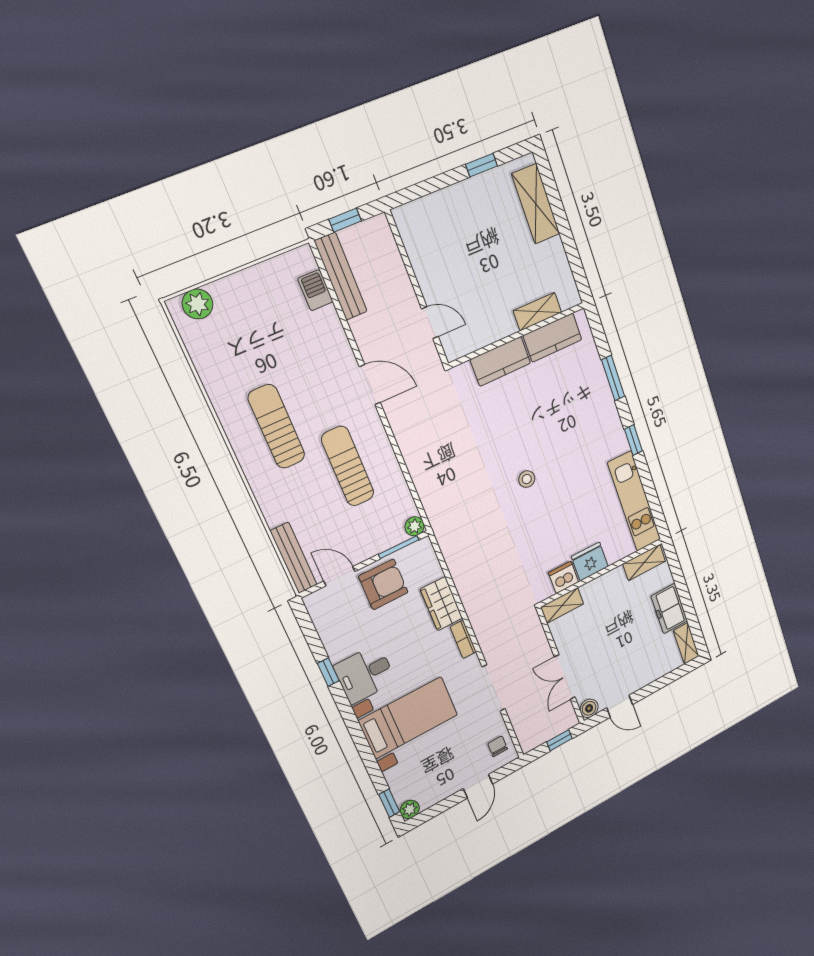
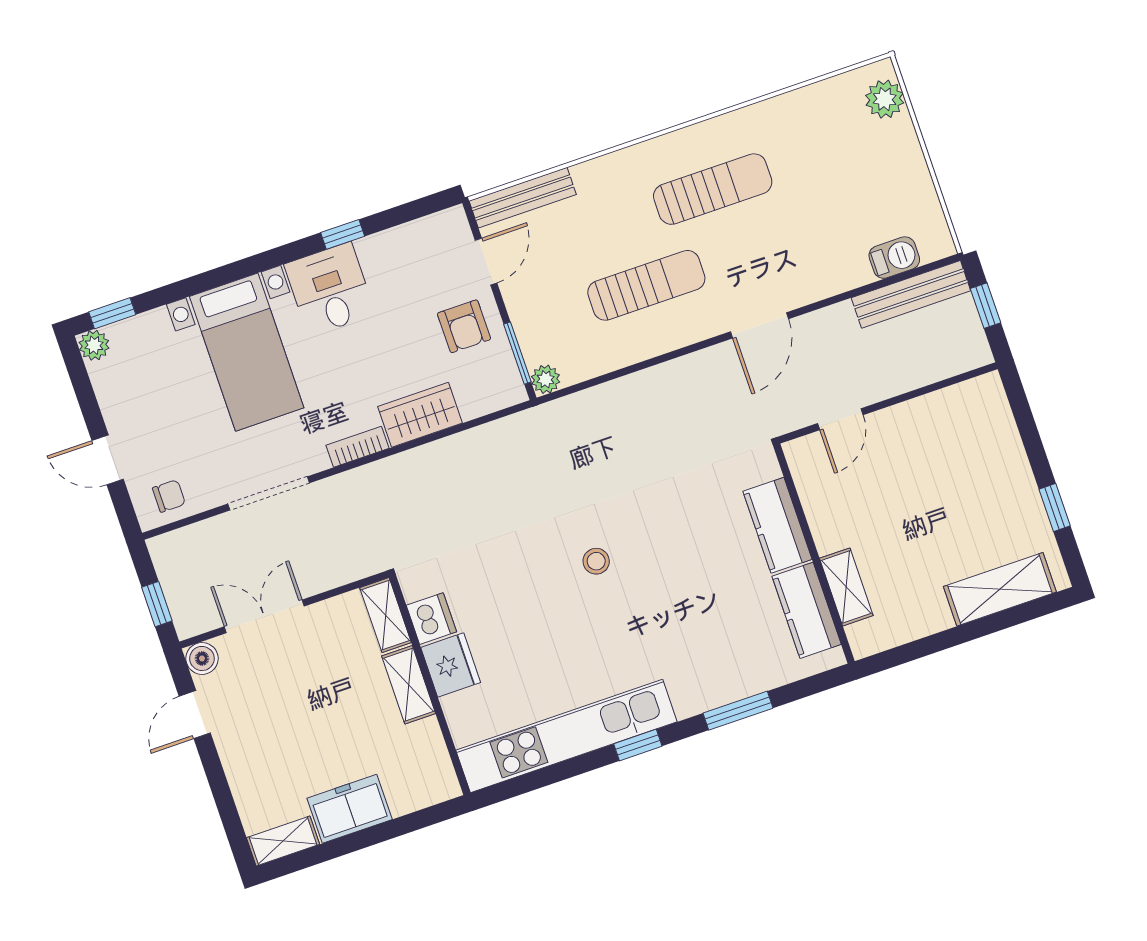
kitchen unit: (634, 501) -> (566, 736), width x1.36
shelving: (644, 562) -> (409, 685), moved
armchair: (383, 584) -> (464, 326), width x0.72, depth x0.72

